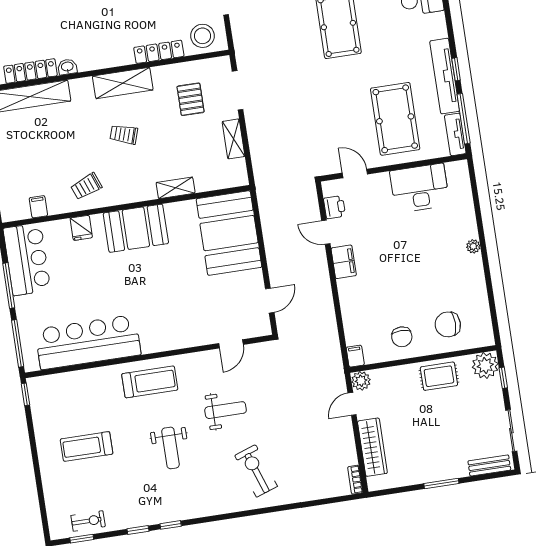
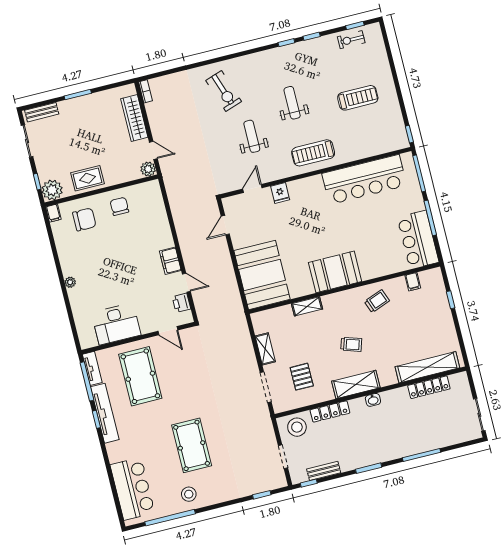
washbasin: (67, 67) -> (373, 400), moved
fridge: (81, 228) -> (280, 193), moved, turned 180
filing cabinet: (355, 356) -> (53, 213), moved
door: (352, 404) -> (153, 150), hinge flipped
weight bench: (226, 410) -> (252, 136), turned 90

